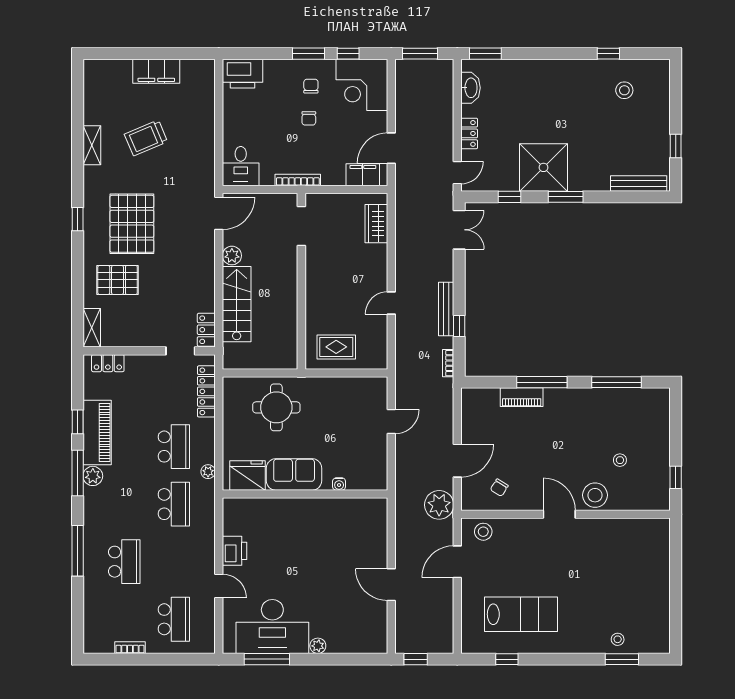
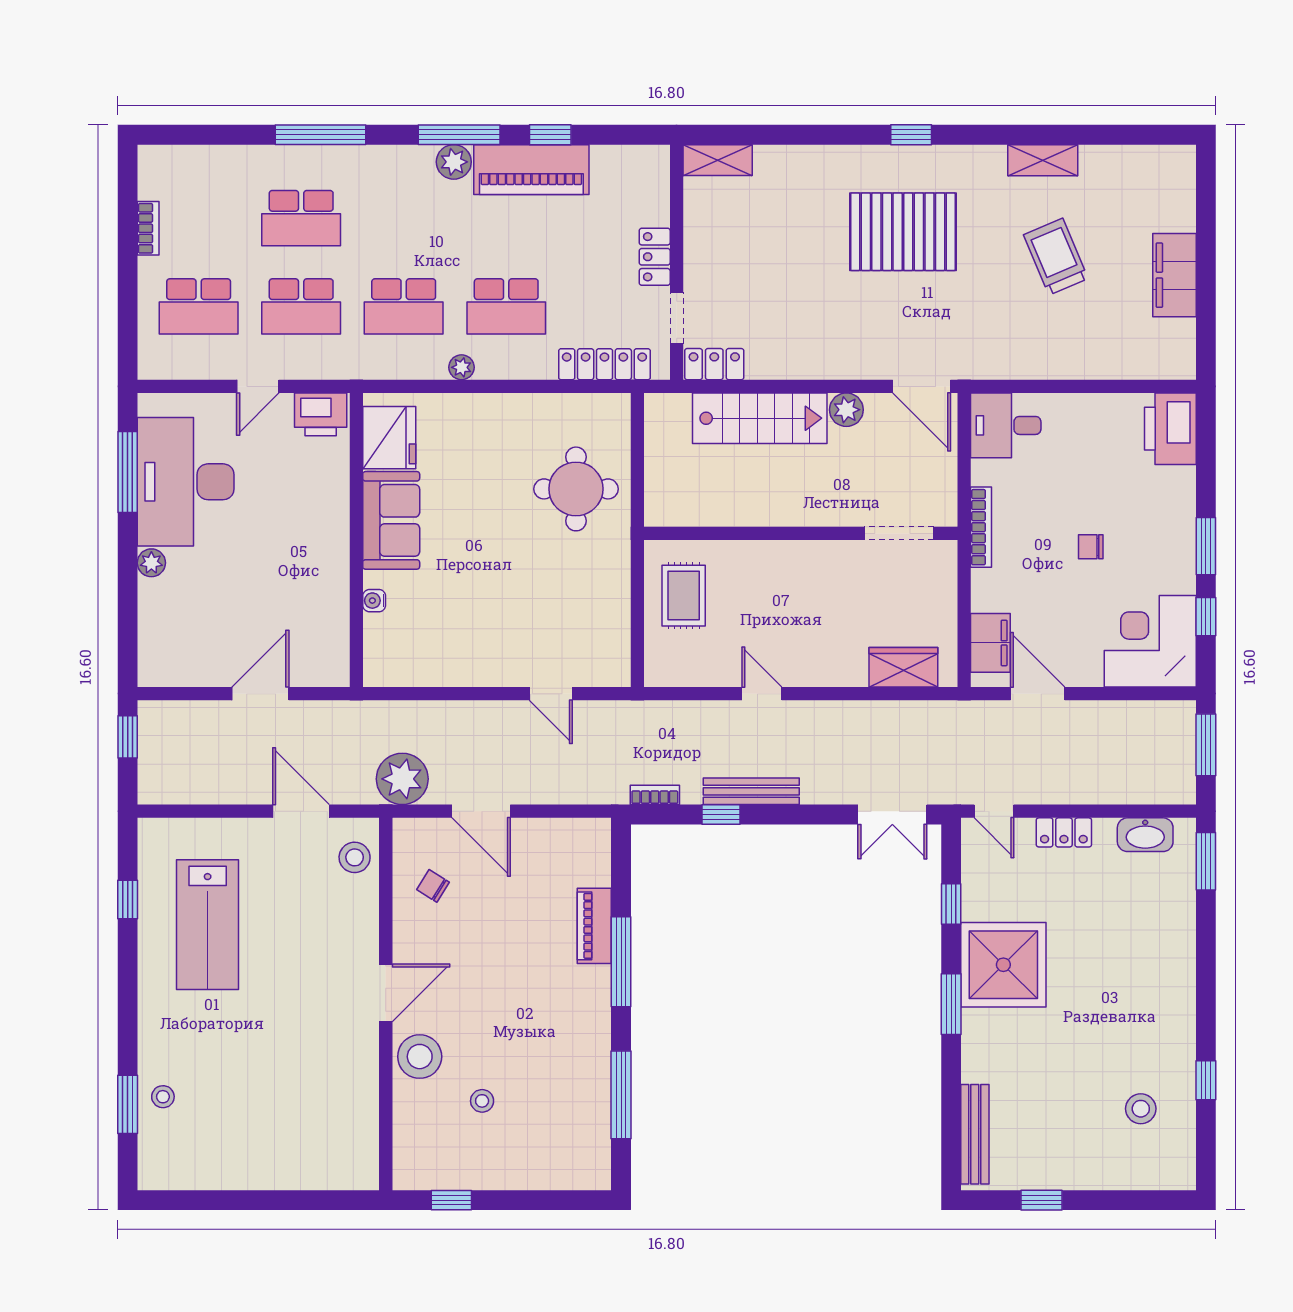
chair: (311, 86) -> (1148, 551), removed
pallet: (118, 280) -> (803, 206), removed
locker: (108, 363) -> (655, 257), moved
sofa: (294, 474) -> (391, 520), moved
fridge: (248, 475) -> (389, 438), moved
water cooler: (339, 484) -> (374, 601), moved
wall: (305, 494) -> (356, 540), moved
school desk: (174, 562) -> (301, 306), added

